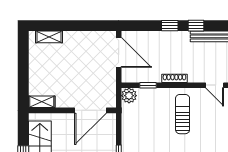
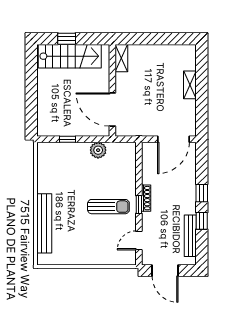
shelving: (49, 37) -> (190, 85), moved
window: (148, 85) -> (139, 204), moved
plant: (129, 96) -> (98, 150), moved

